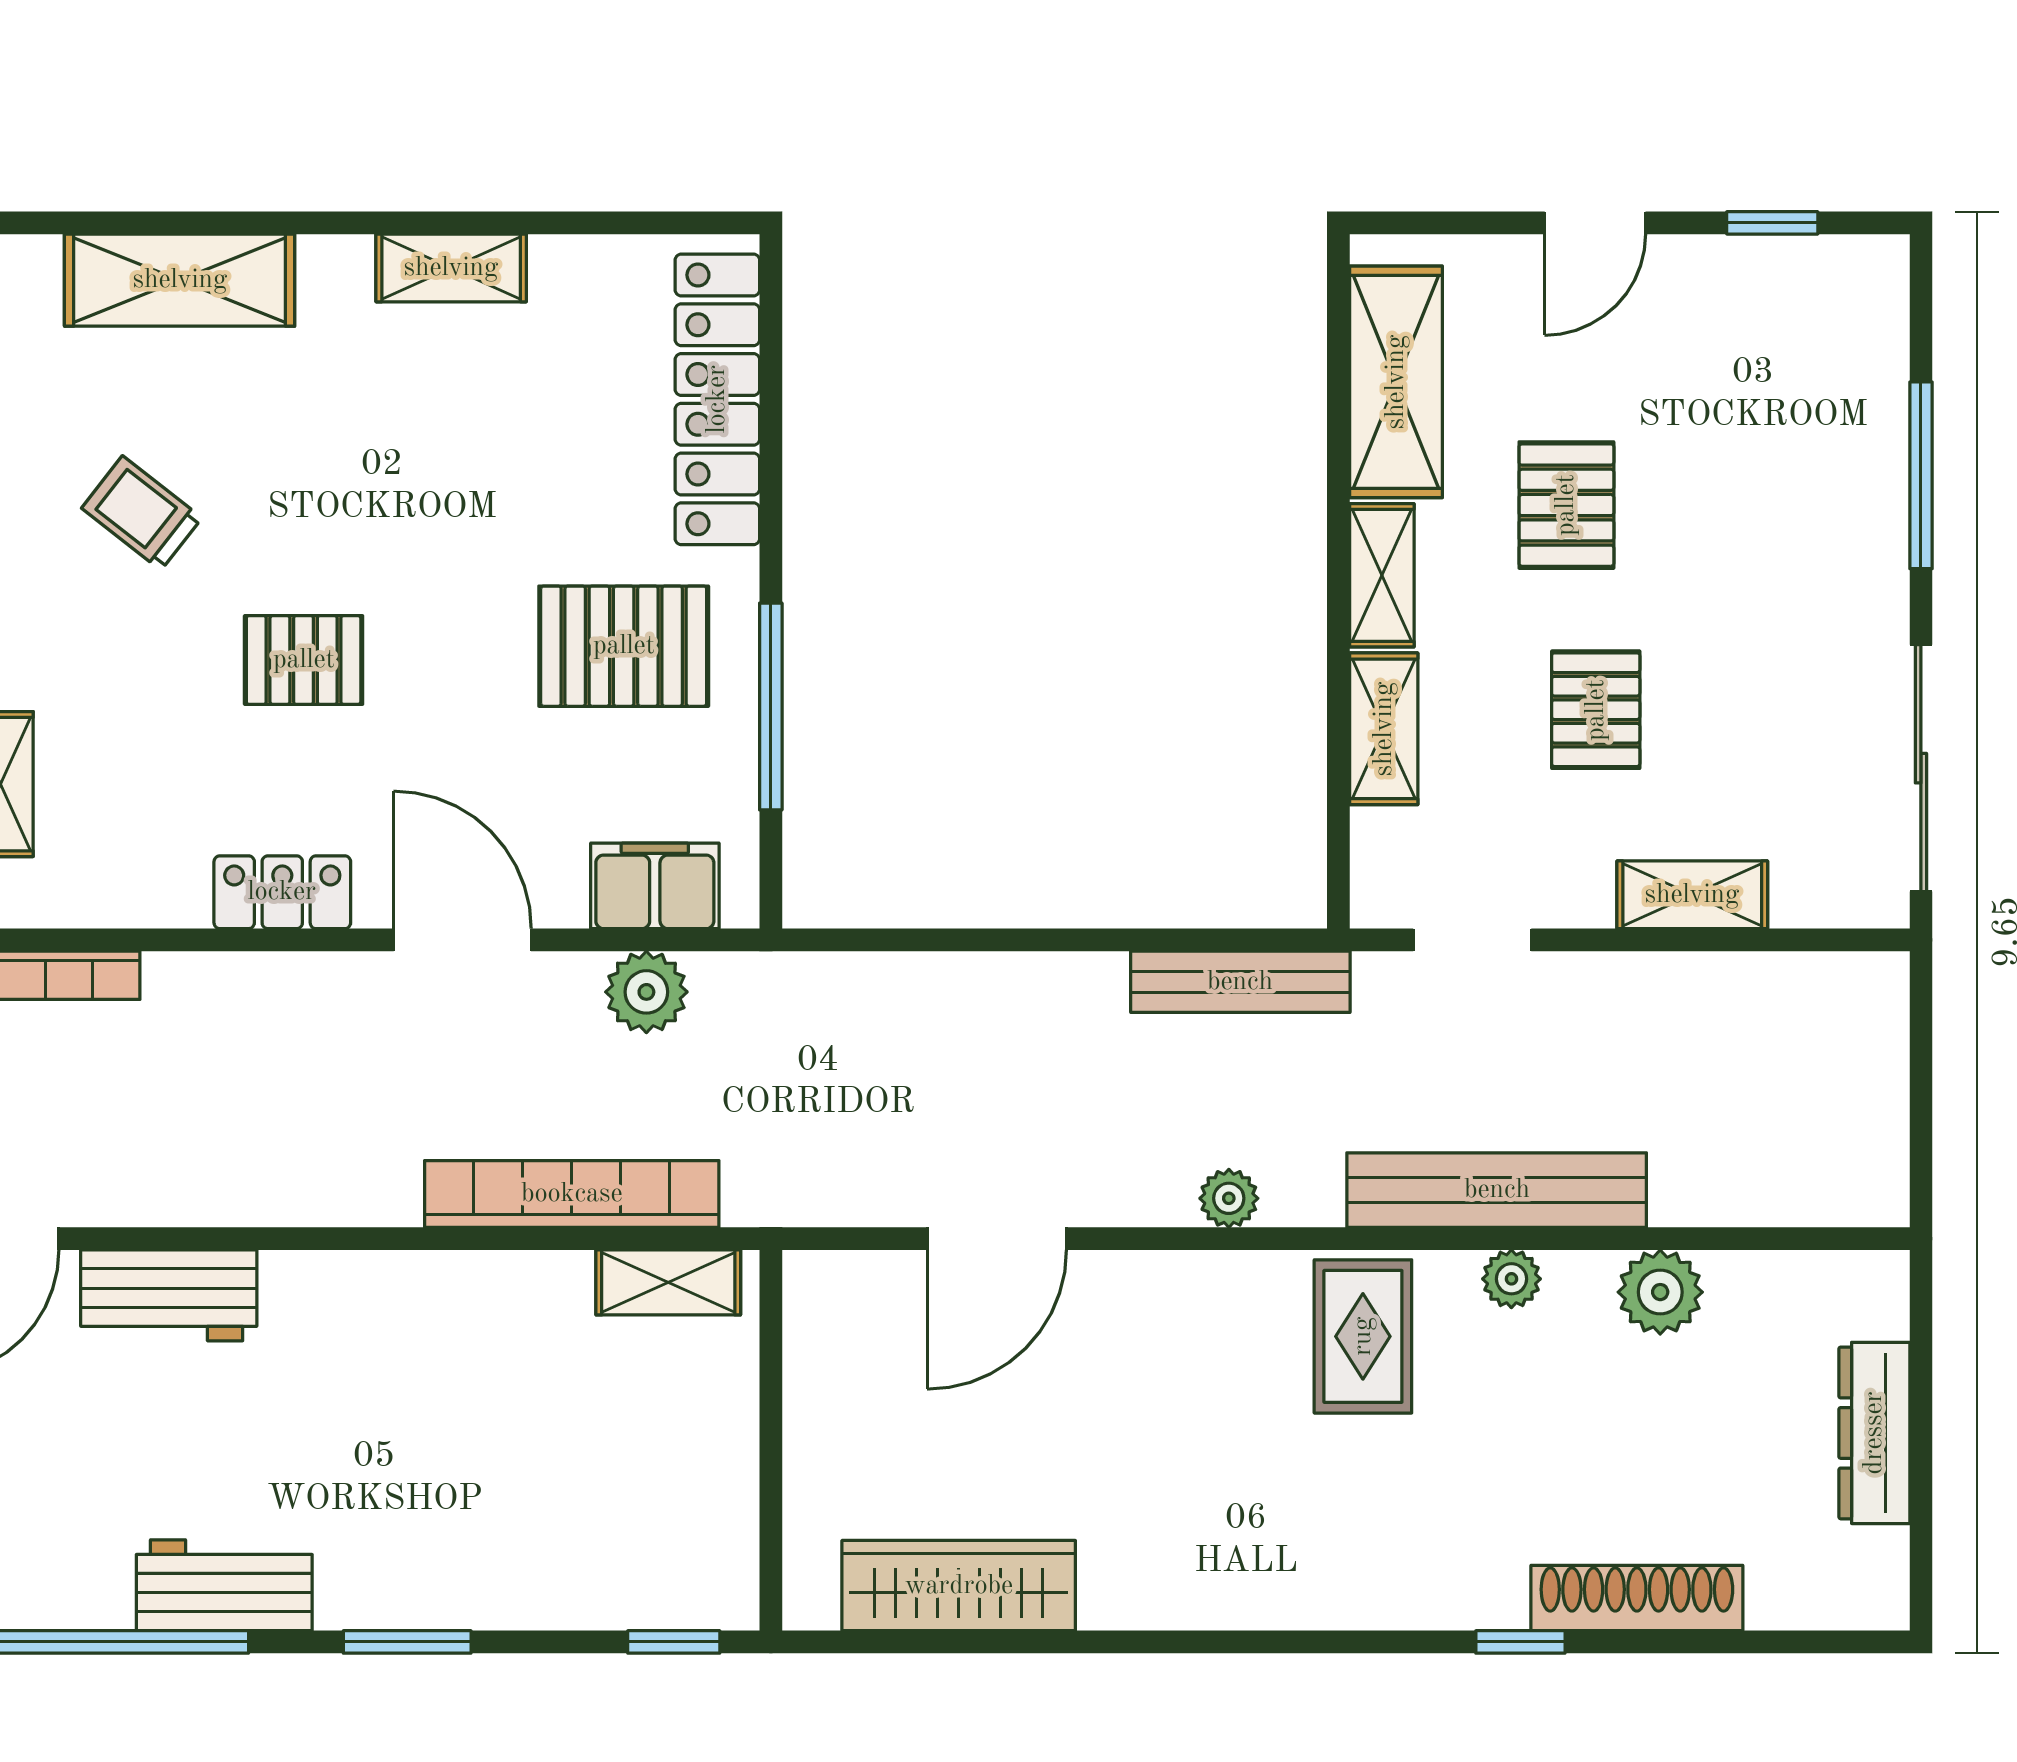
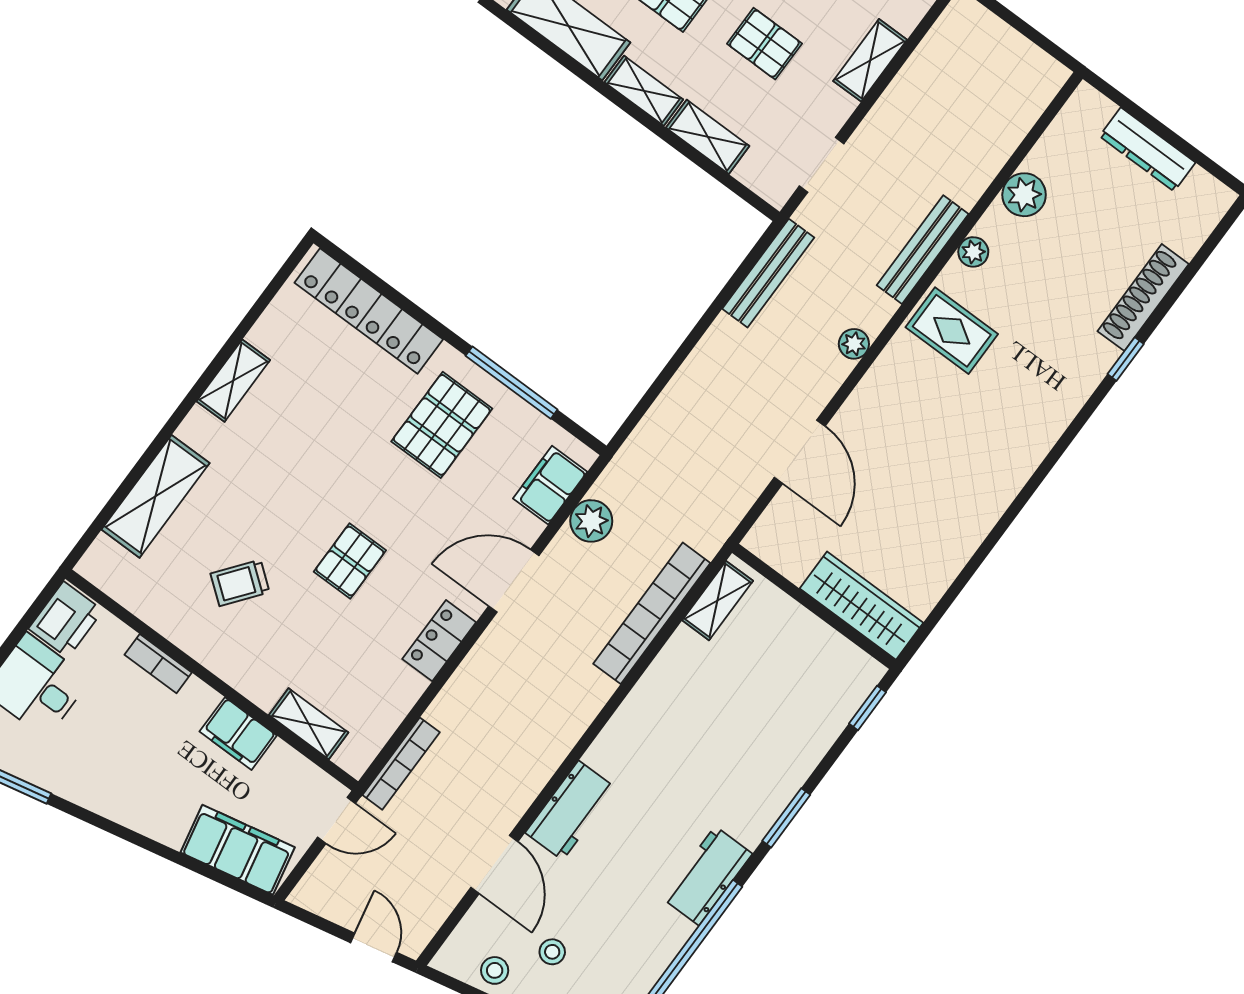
bench: (1497, 1190) -> (923, 250), width x0.73, depth x0.82
wardrobe: (959, 1586) -> (862, 606), moved, turned 90

